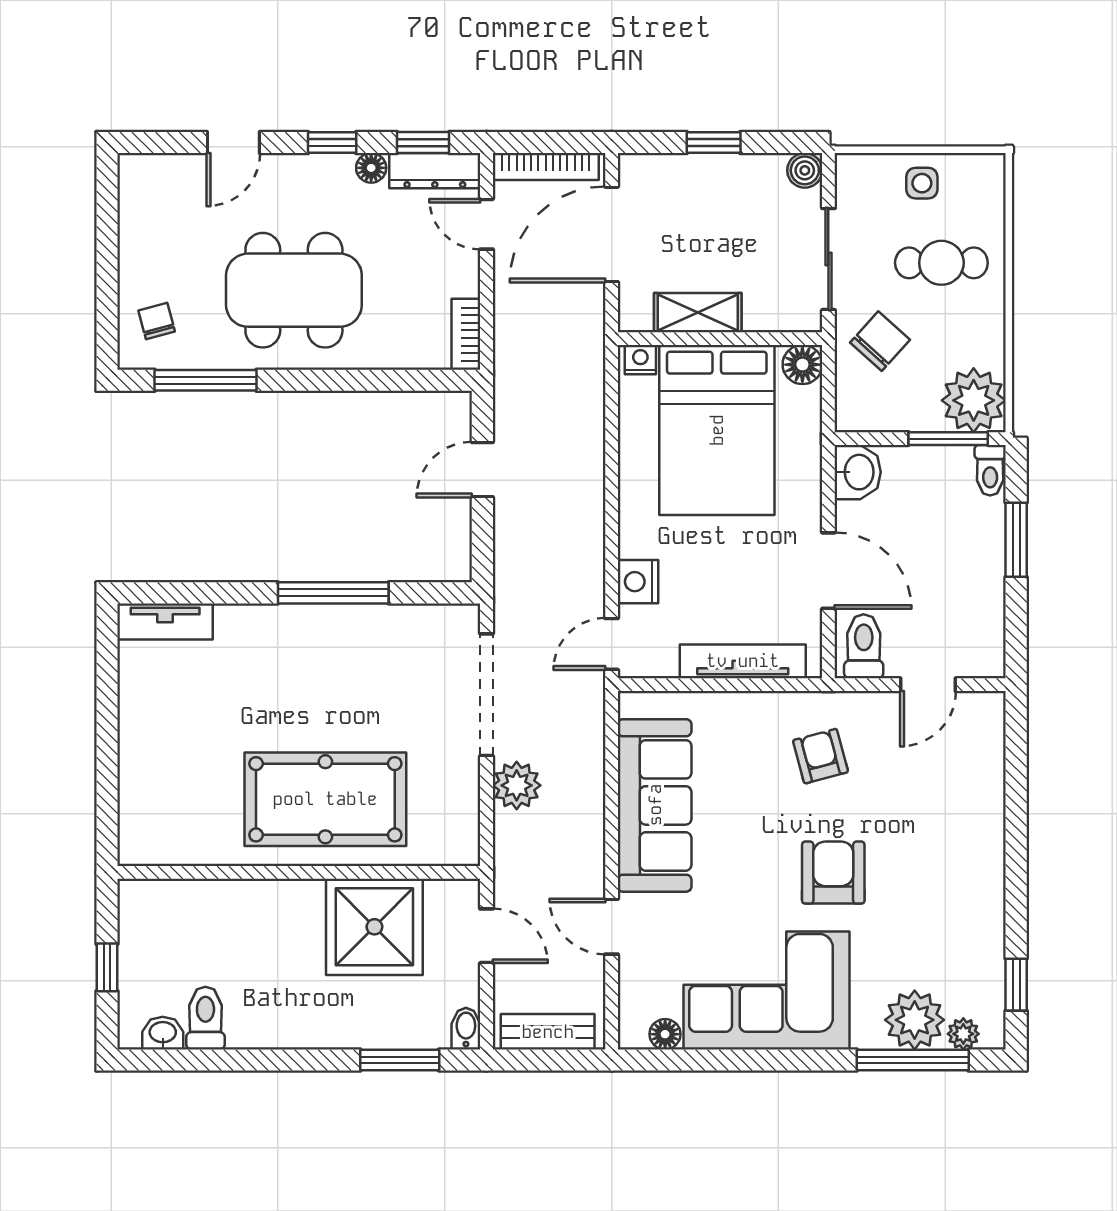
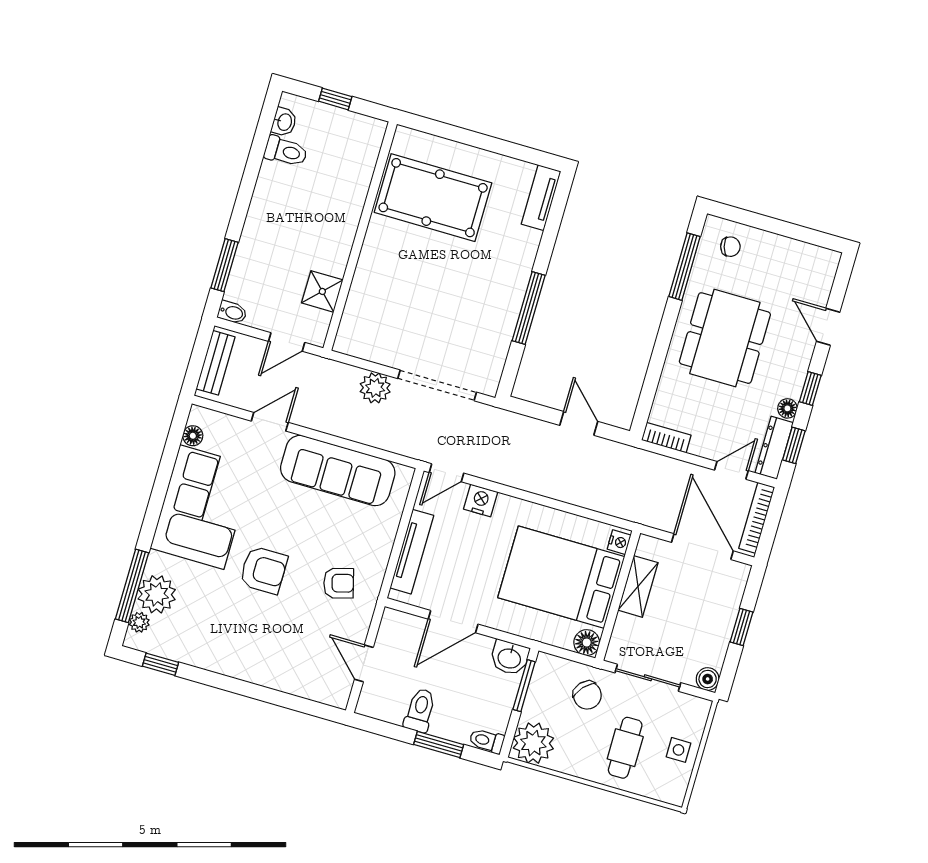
window: (948, 439) -> (524, 686), moved
door: (612, 644) -> (446, 473), swing flipped
toilet: (864, 646) -> (420, 710), moved, turned -90
pool table: (325, 799) -> (433, 198), moved, turned 90
shower: (374, 927) -> (322, 291), width x0.54, depth x0.54

